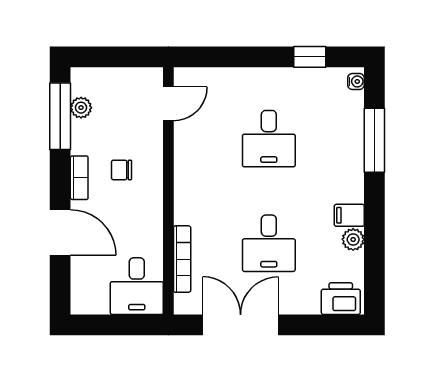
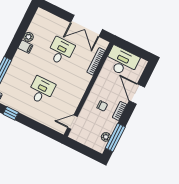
desk: (137, 286) -> (122, 62), width x1.37
printer: (341, 299) -> (44, 17), removed

